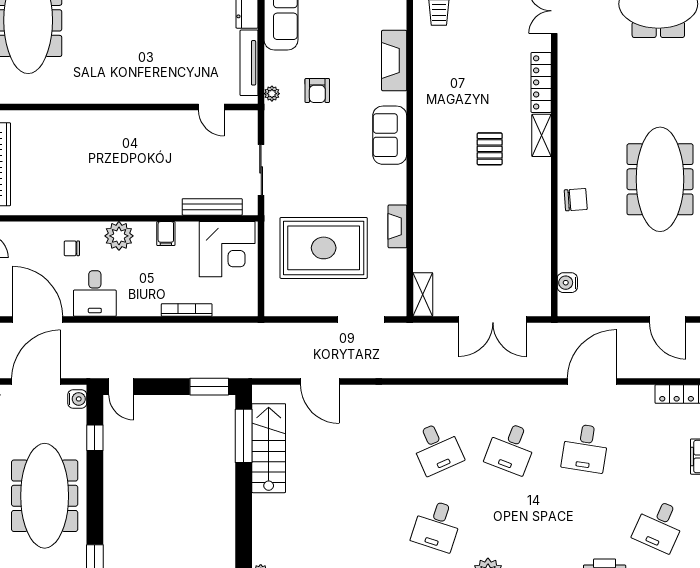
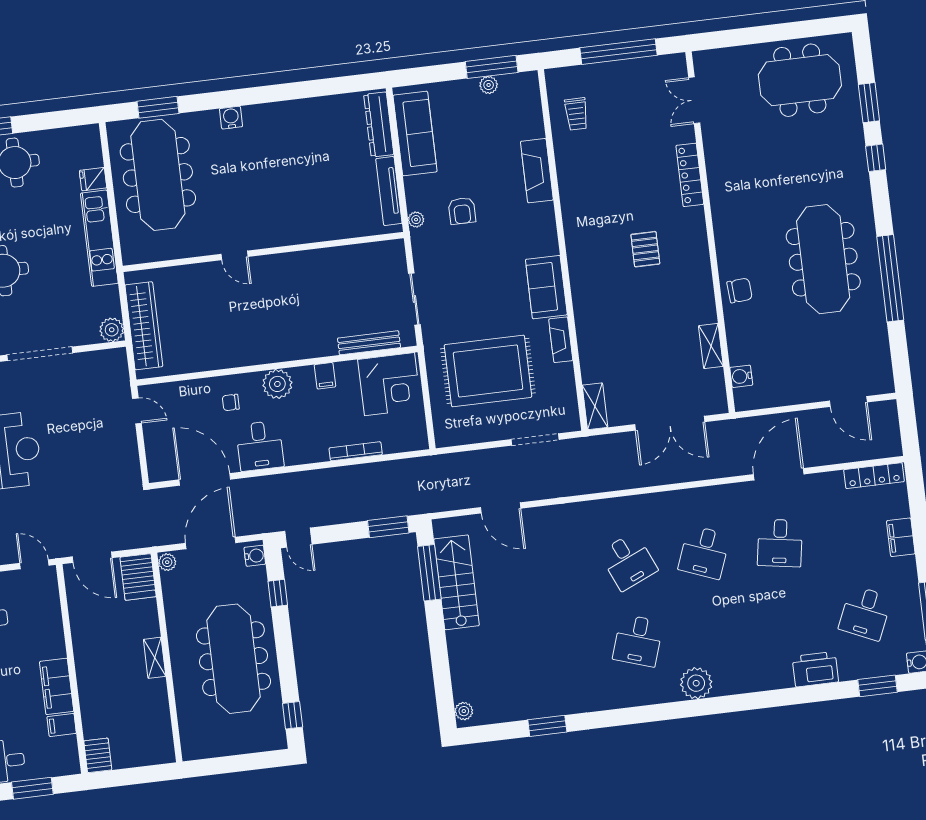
door: (211, 107) -> (234, 255), moved
sofa: (390, 135) -> (546, 287), moved
shelving: (542, 135) -> (711, 346), moved

